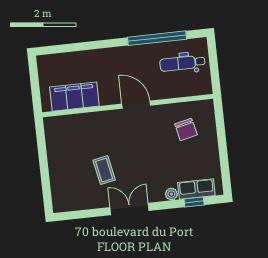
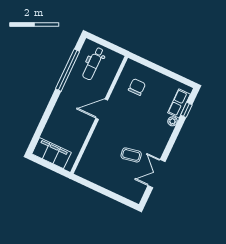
filing cabinet: (74, 97) -> (51, 153), moved, turned 90
chair: (186, 129) -> (137, 87), turned -77
double door: (129, 209) -> (156, 174), moved

